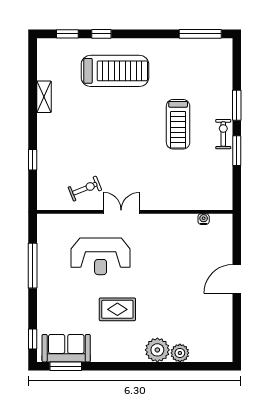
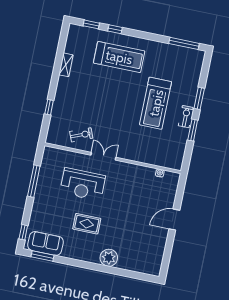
treadmill: (178, 124) -> (156, 103), width x1.37, depth x1.38
plant: (180, 353) -> (124, 263), removed

